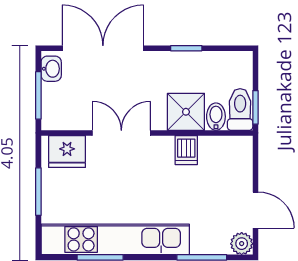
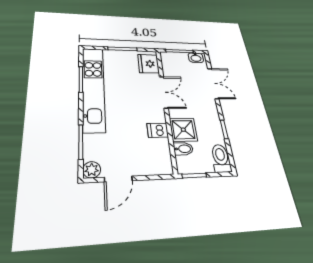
double door: (103, 48) -> (213, 83), width x0.73
toilet: (240, 109) -> (221, 158), moved, turned -90

